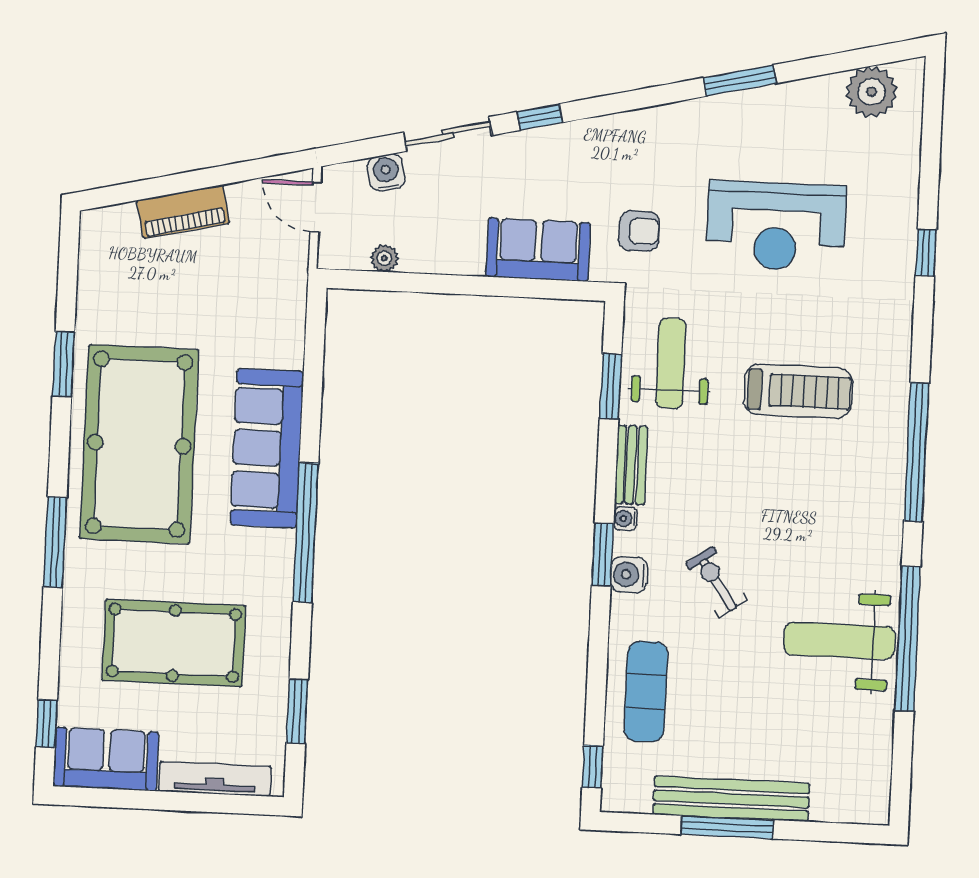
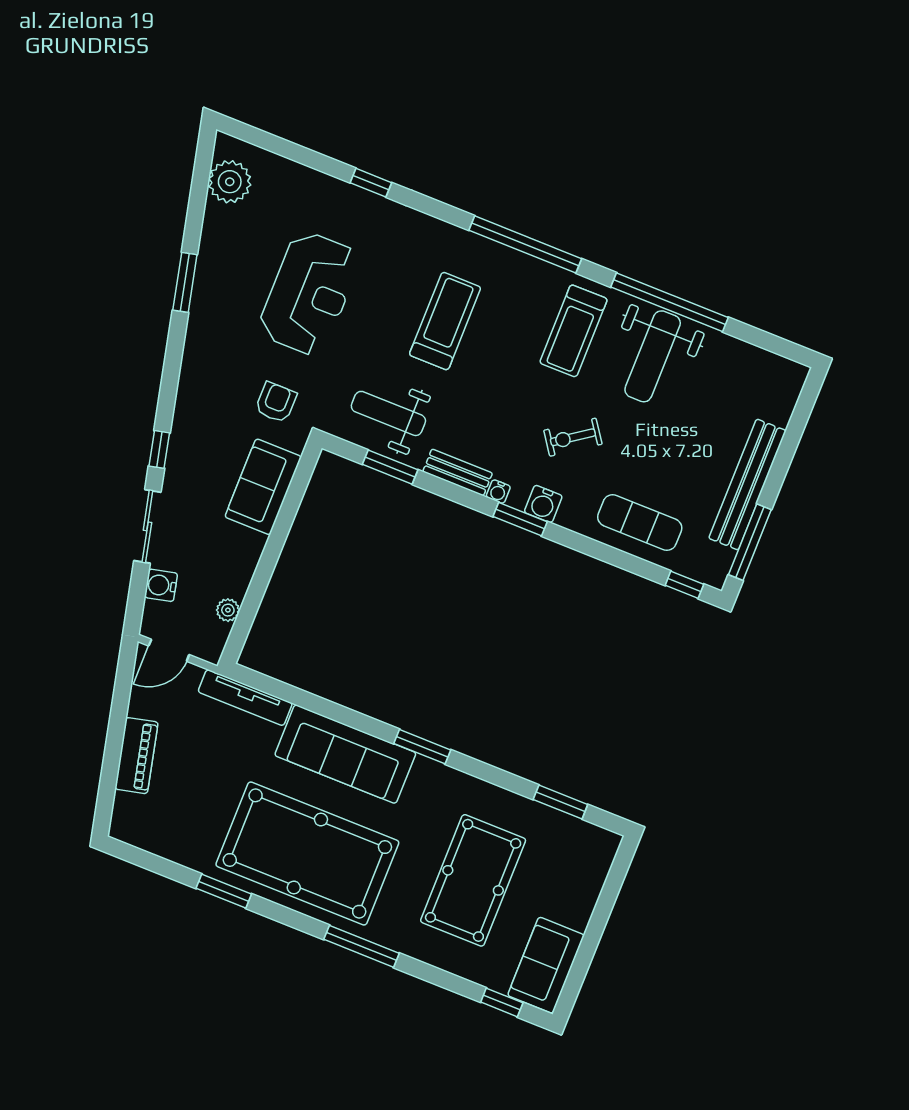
window: (306, 533) -> (422, 747), width x0.47
treadmill: (837, 541) -> (573, 331), added
tv unit: (215, 779) -> (245, 698), moved, turned -90
window: (727, 827) -> (750, 542), moved

